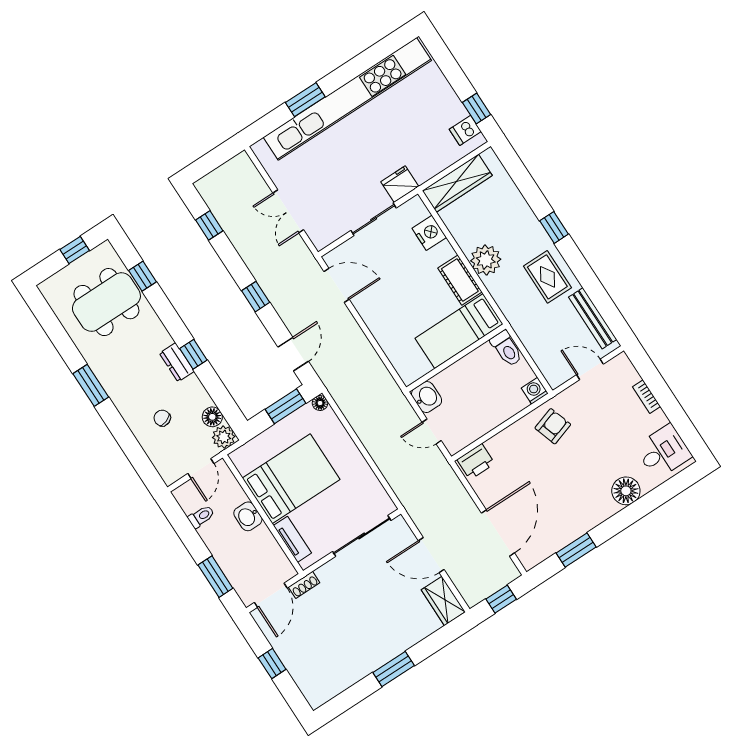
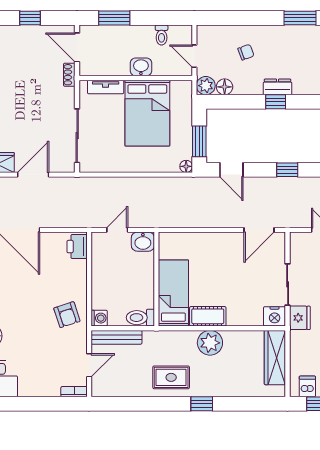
nightstand: (429, 233) -> (275, 316), moved
bench: (593, 318) -> (116, 337), moved
bookcase: (647, 397) -> (74, 392), moved

